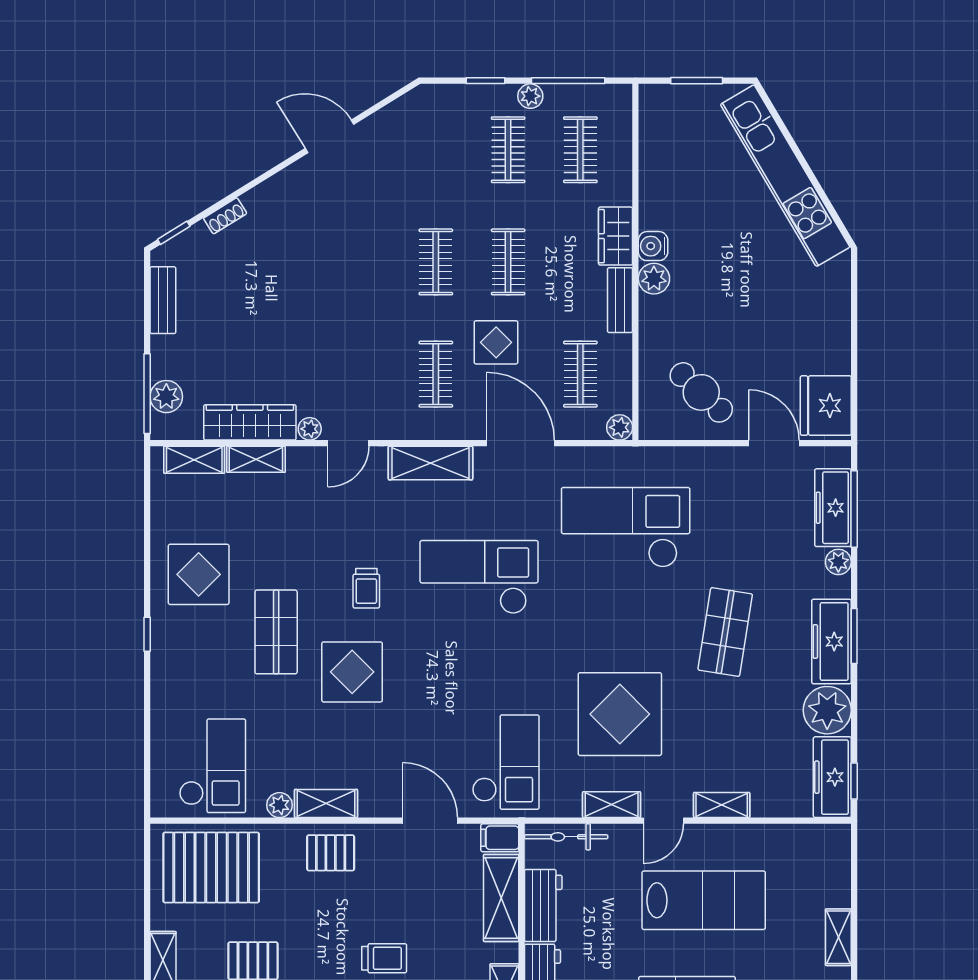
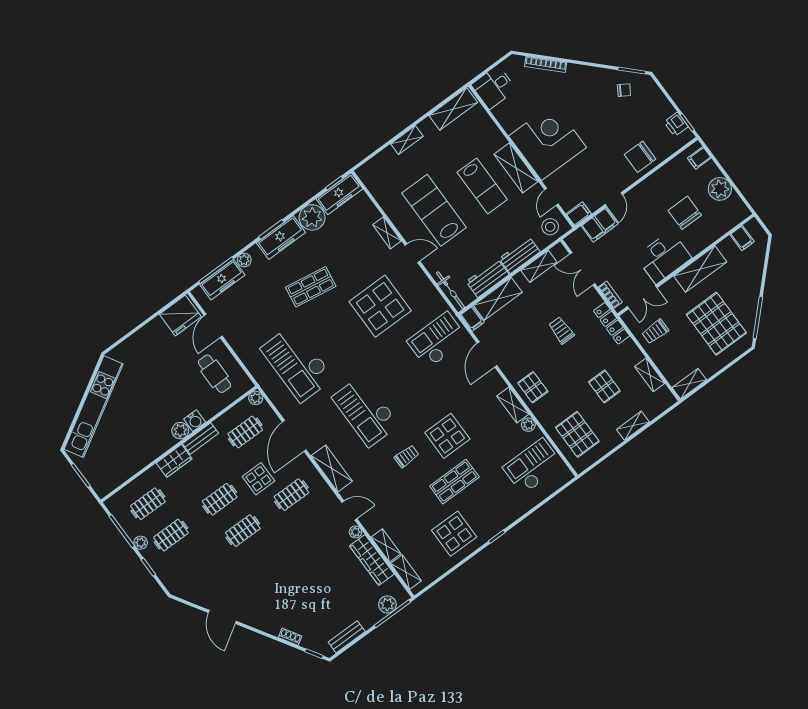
water cooler: (653, 246) -> (195, 421), moved
cafe table: (701, 392) -> (214, 374), turned -43
shelving: (612, 805) -> (422, 281), removed
pallet: (211, 867) -> (577, 434), width x0.73, depth x0.71

